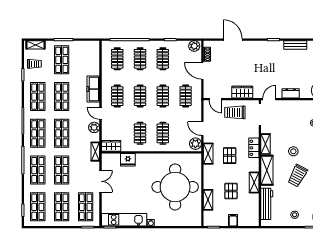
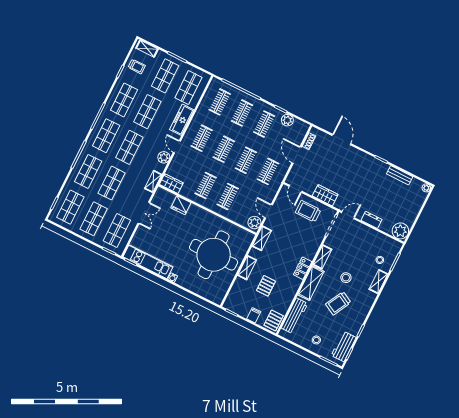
plant: (194, 46) -> (287, 120), moved
shop shelf: (86, 60) -> (188, 88), added
locker: (254, 148) -> (303, 268), moved
pallet: (230, 156) -> (274, 320), moved
shelving: (254, 182) -> (293, 289), removed
shelving: (208, 200) -> (247, 268), moved

